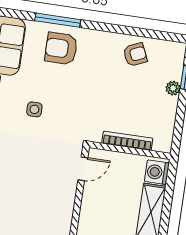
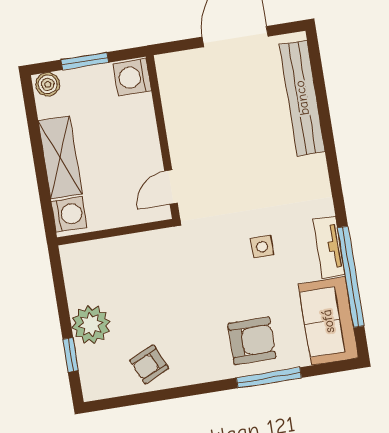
plant: (173, 88) -> (91, 325), width x1.87, depth x1.87
bookcase: (127, 141) -> (123, 244), removed

